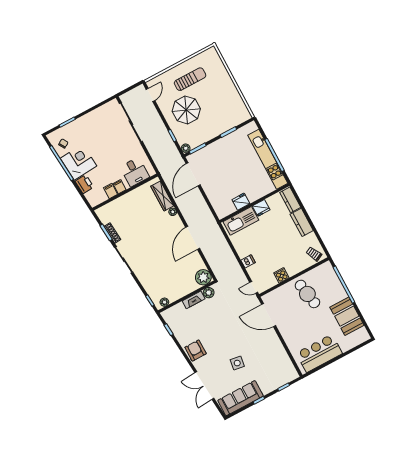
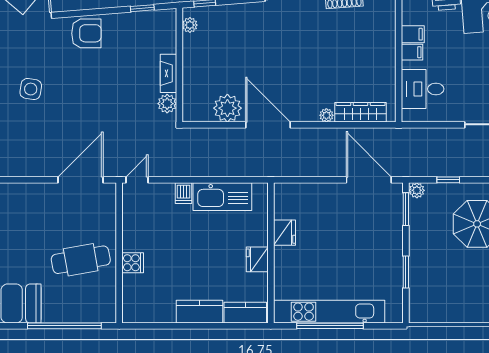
kitchen sink: (241, 221) -> (222, 197), moved, turned -90
trolley: (314, 254) -> (139, 304), removed
cooker: (281, 275) -> (133, 263), moved
plant: (203, 277) -> (227, 108), moved

